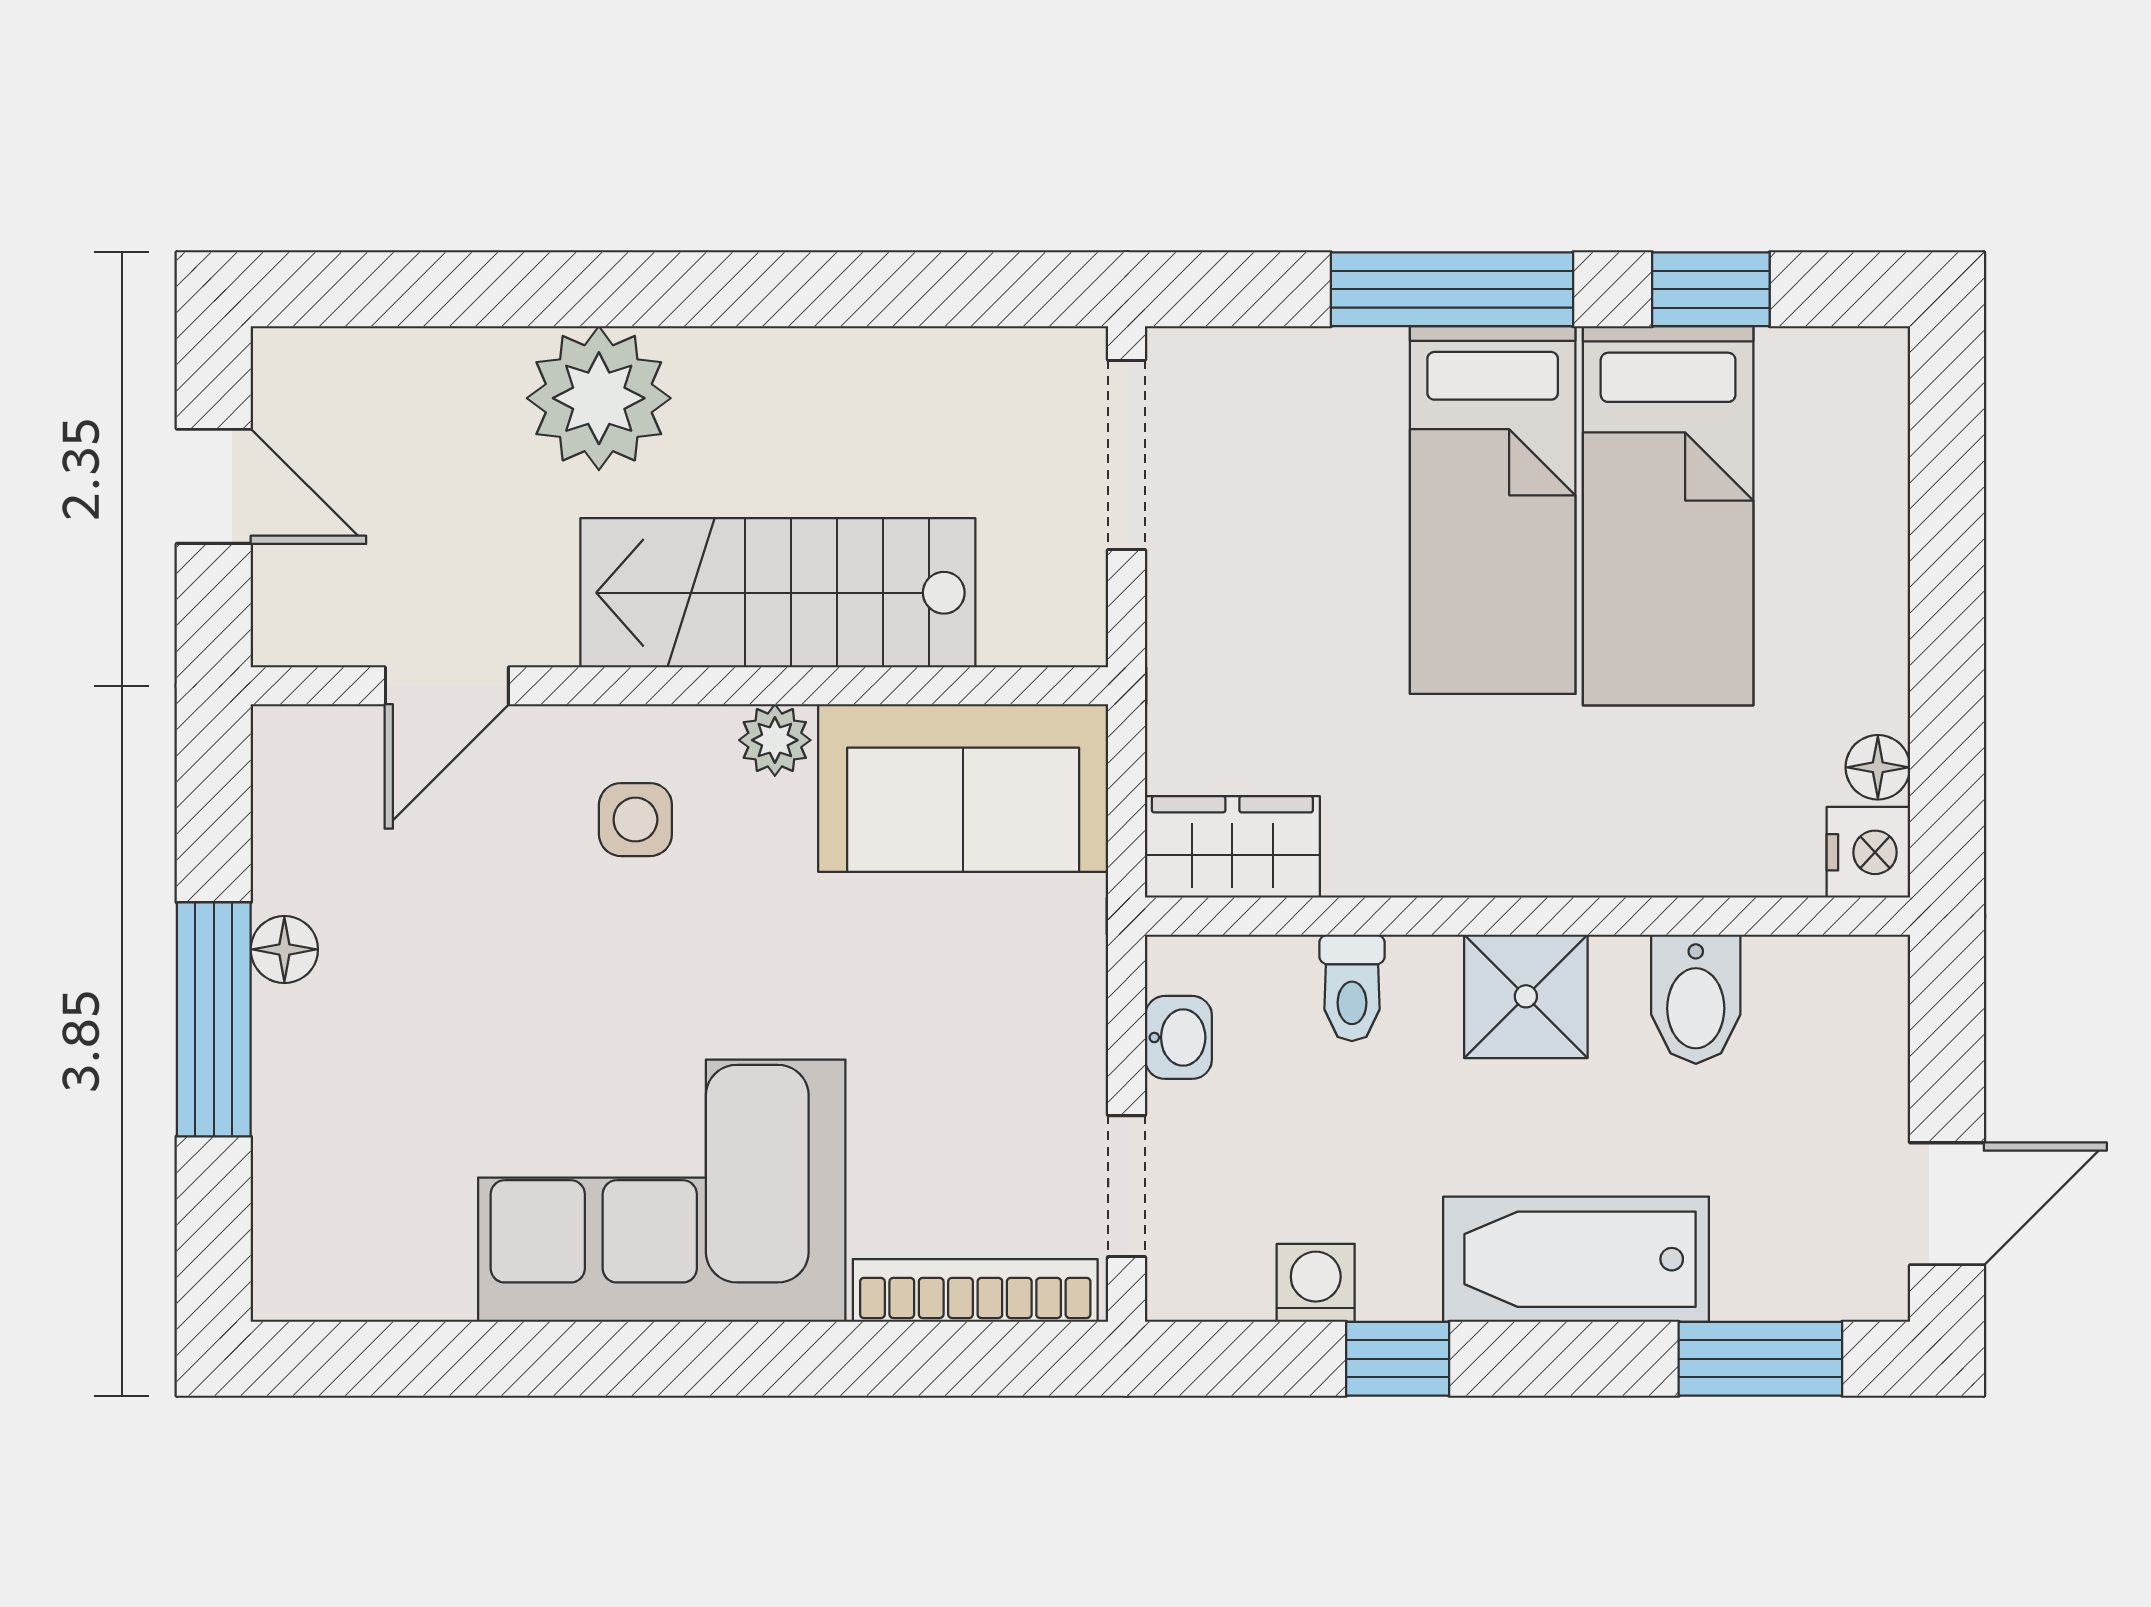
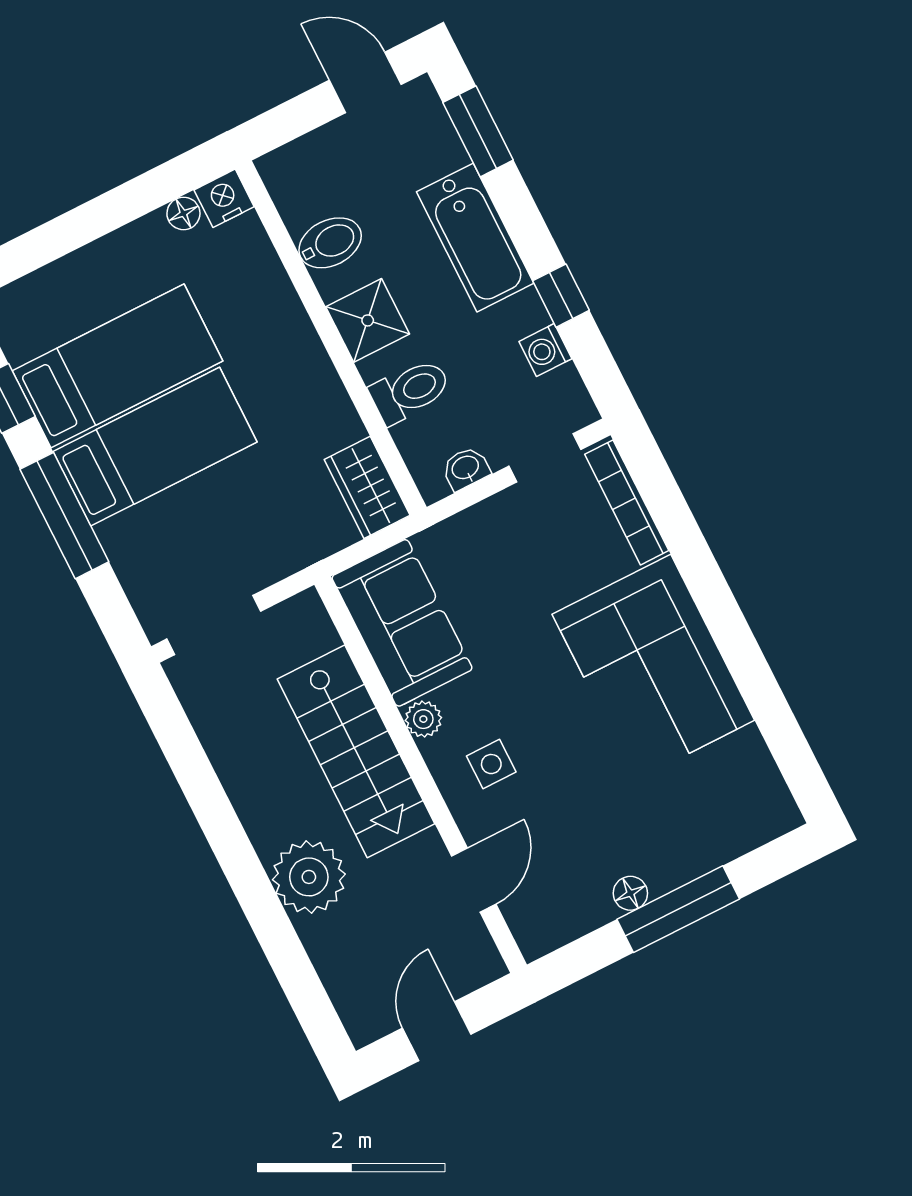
door: (447, 686) -> (474, 880), hinge flipped
toilet: (1352, 988) -> (410, 391), width x1.37, depth x1.39

